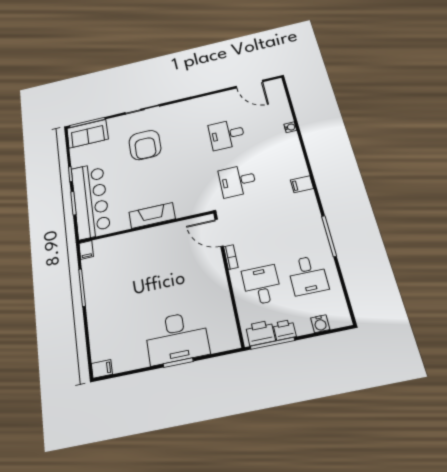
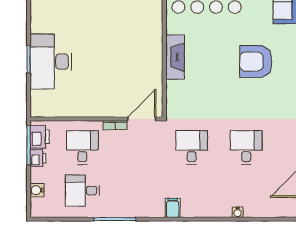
desk: (262, 285) -> (82, 147), turned -90

